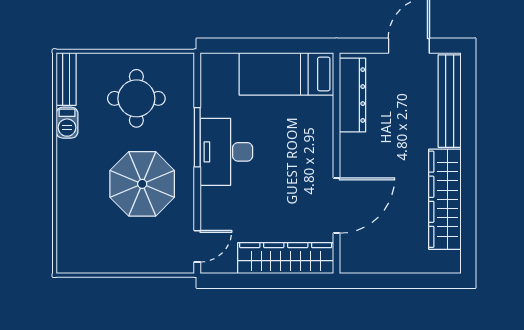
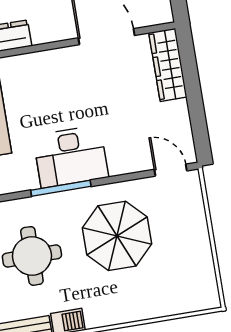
wardrobe: (286, 258) -> (168, 65), width x0.71, depth x0.85

